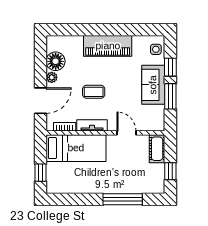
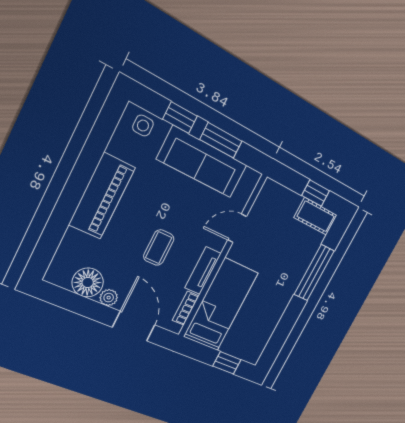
sofa: (153, 85) -> (202, 162), width x1.36
cot: (157, 149) -> (316, 216), moved

